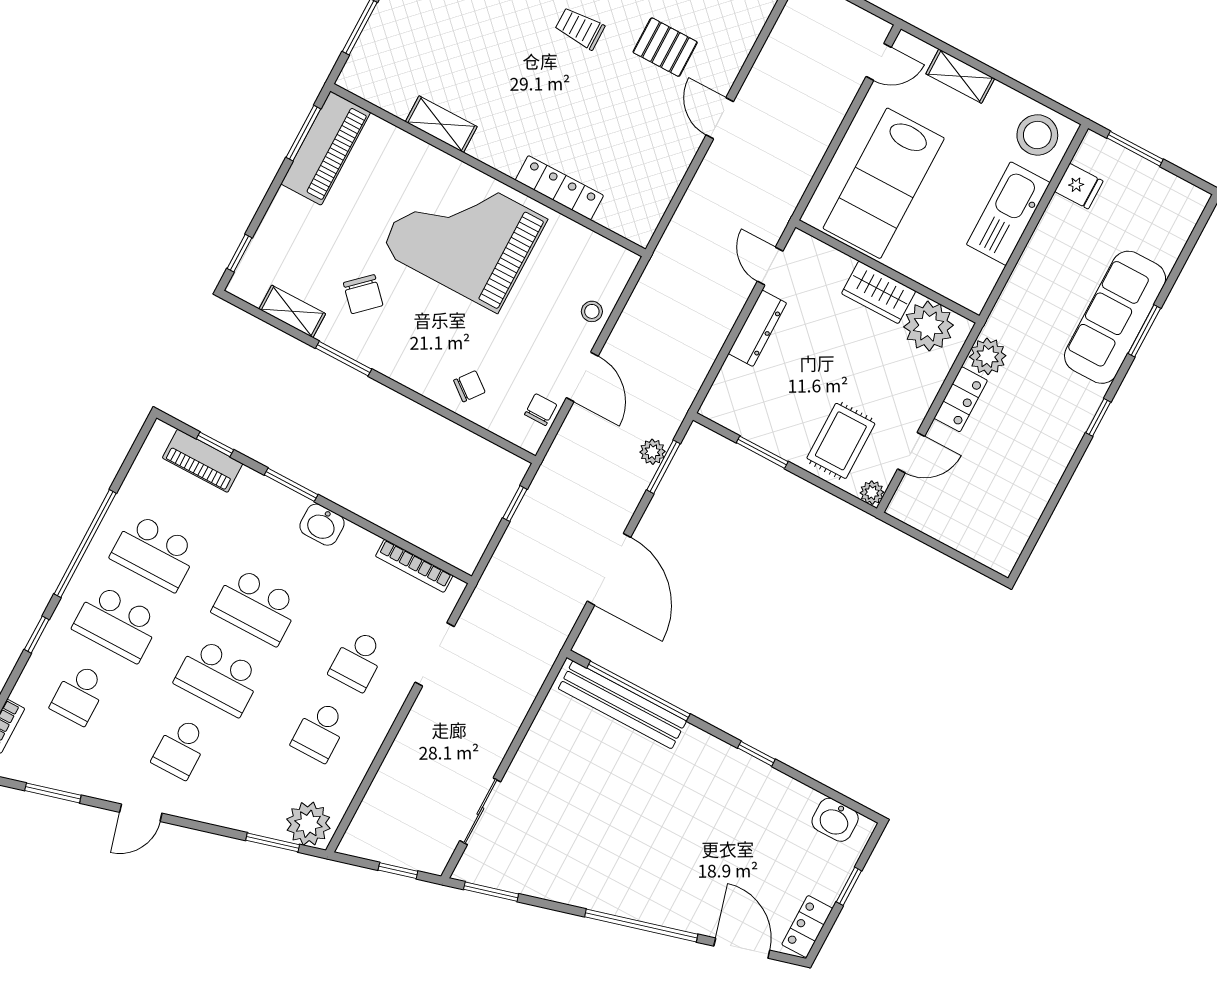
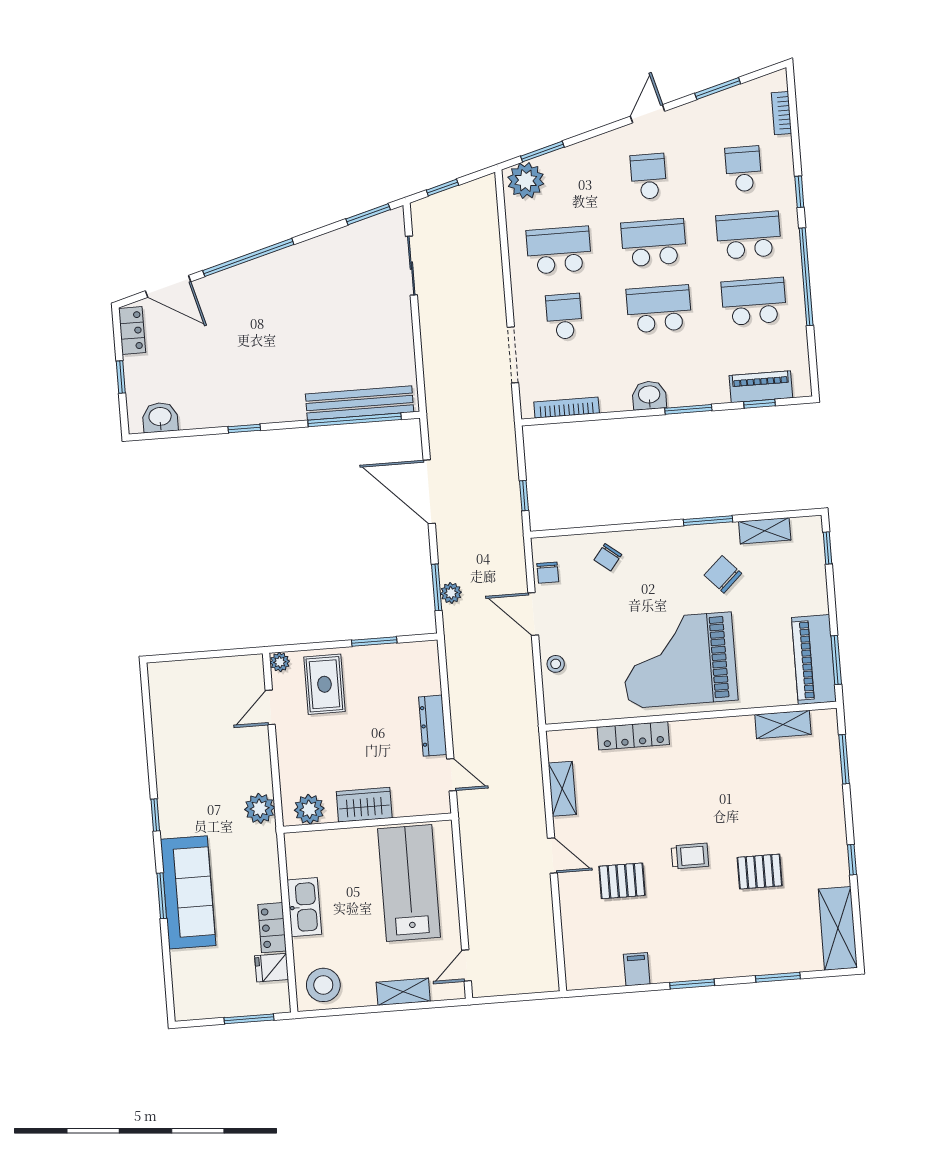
shelving: (441, 124) -> (783, 725), moved
shelving: (666, 180) -> (562, 789), added
kitchen sink: (1008, 214) -> (304, 907), width x0.73, depth x0.81
grand piano: (464, 235) -> (679, 660), turned 180
plant: (929, 326) -> (309, 809), width x0.73, depth x0.73
locker: (961, 399) -> (272, 928), moved
school desk: (320, 731) -> (559, 250), width x1.85

